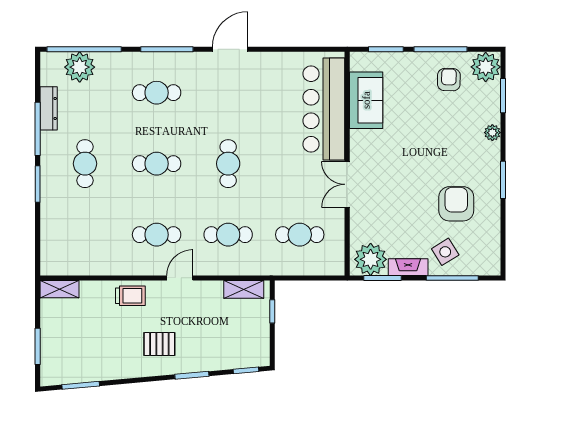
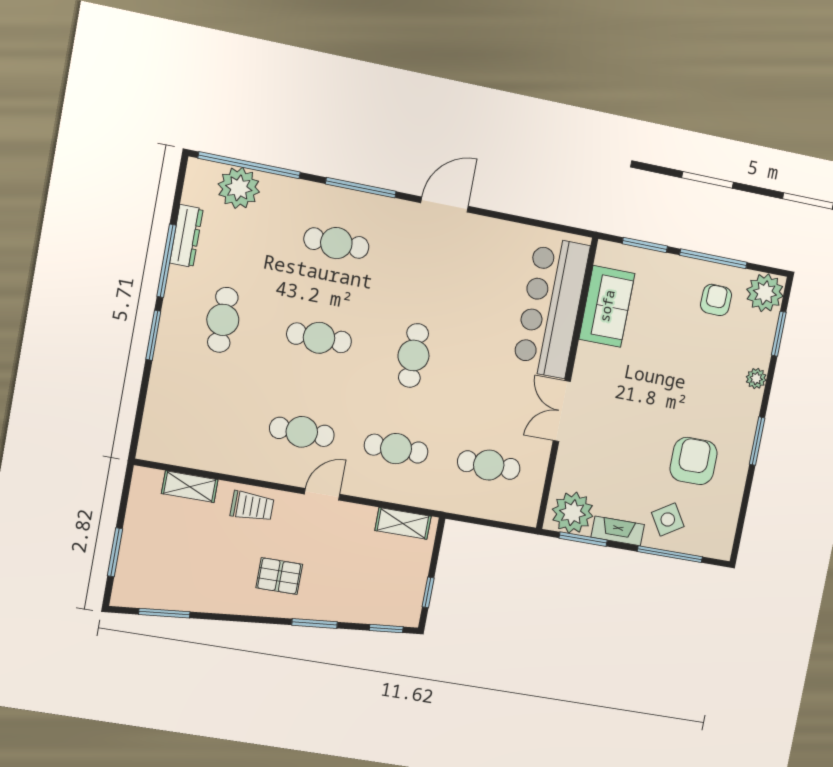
shelving: (59, 289) -> (190, 487), moved
window: (272, 311) -> (428, 592), moved

